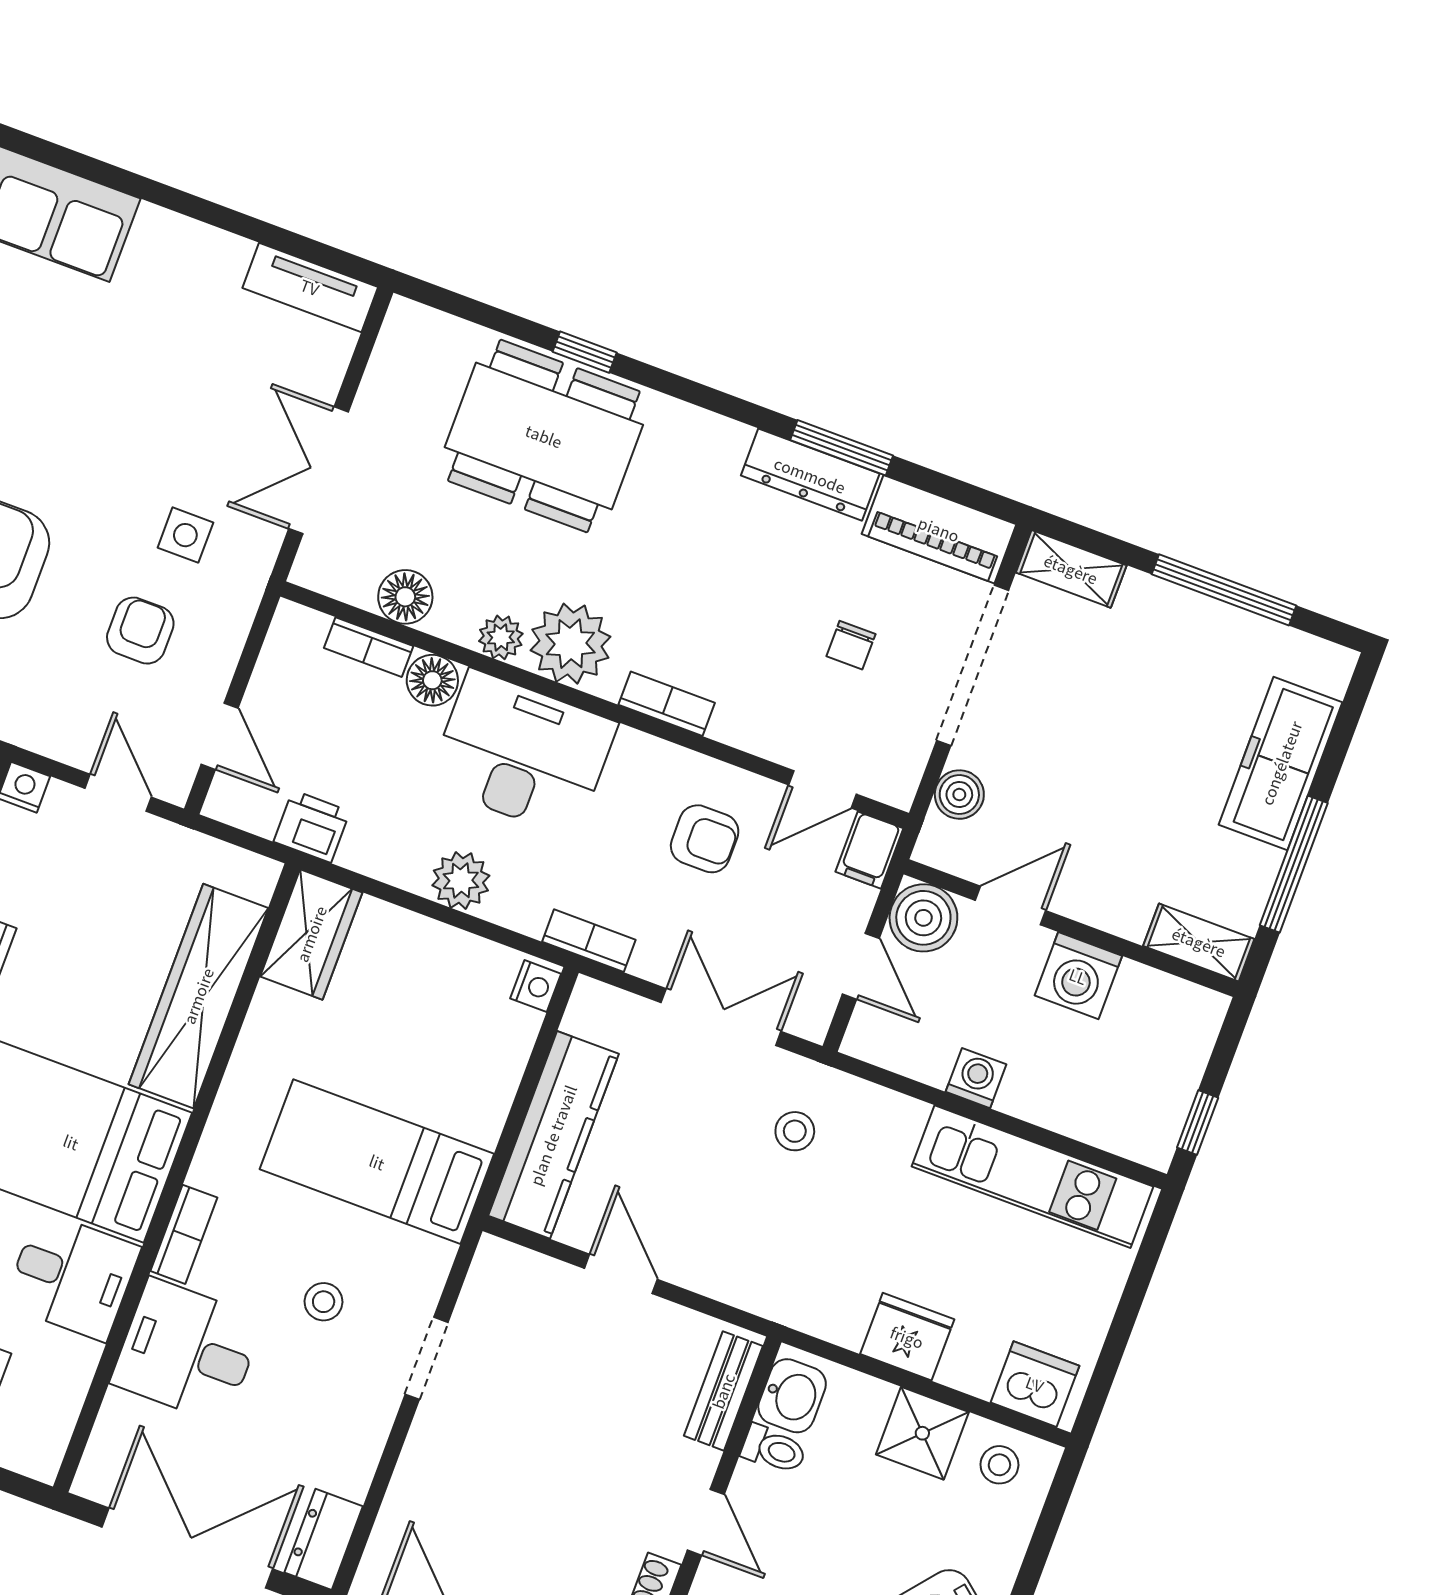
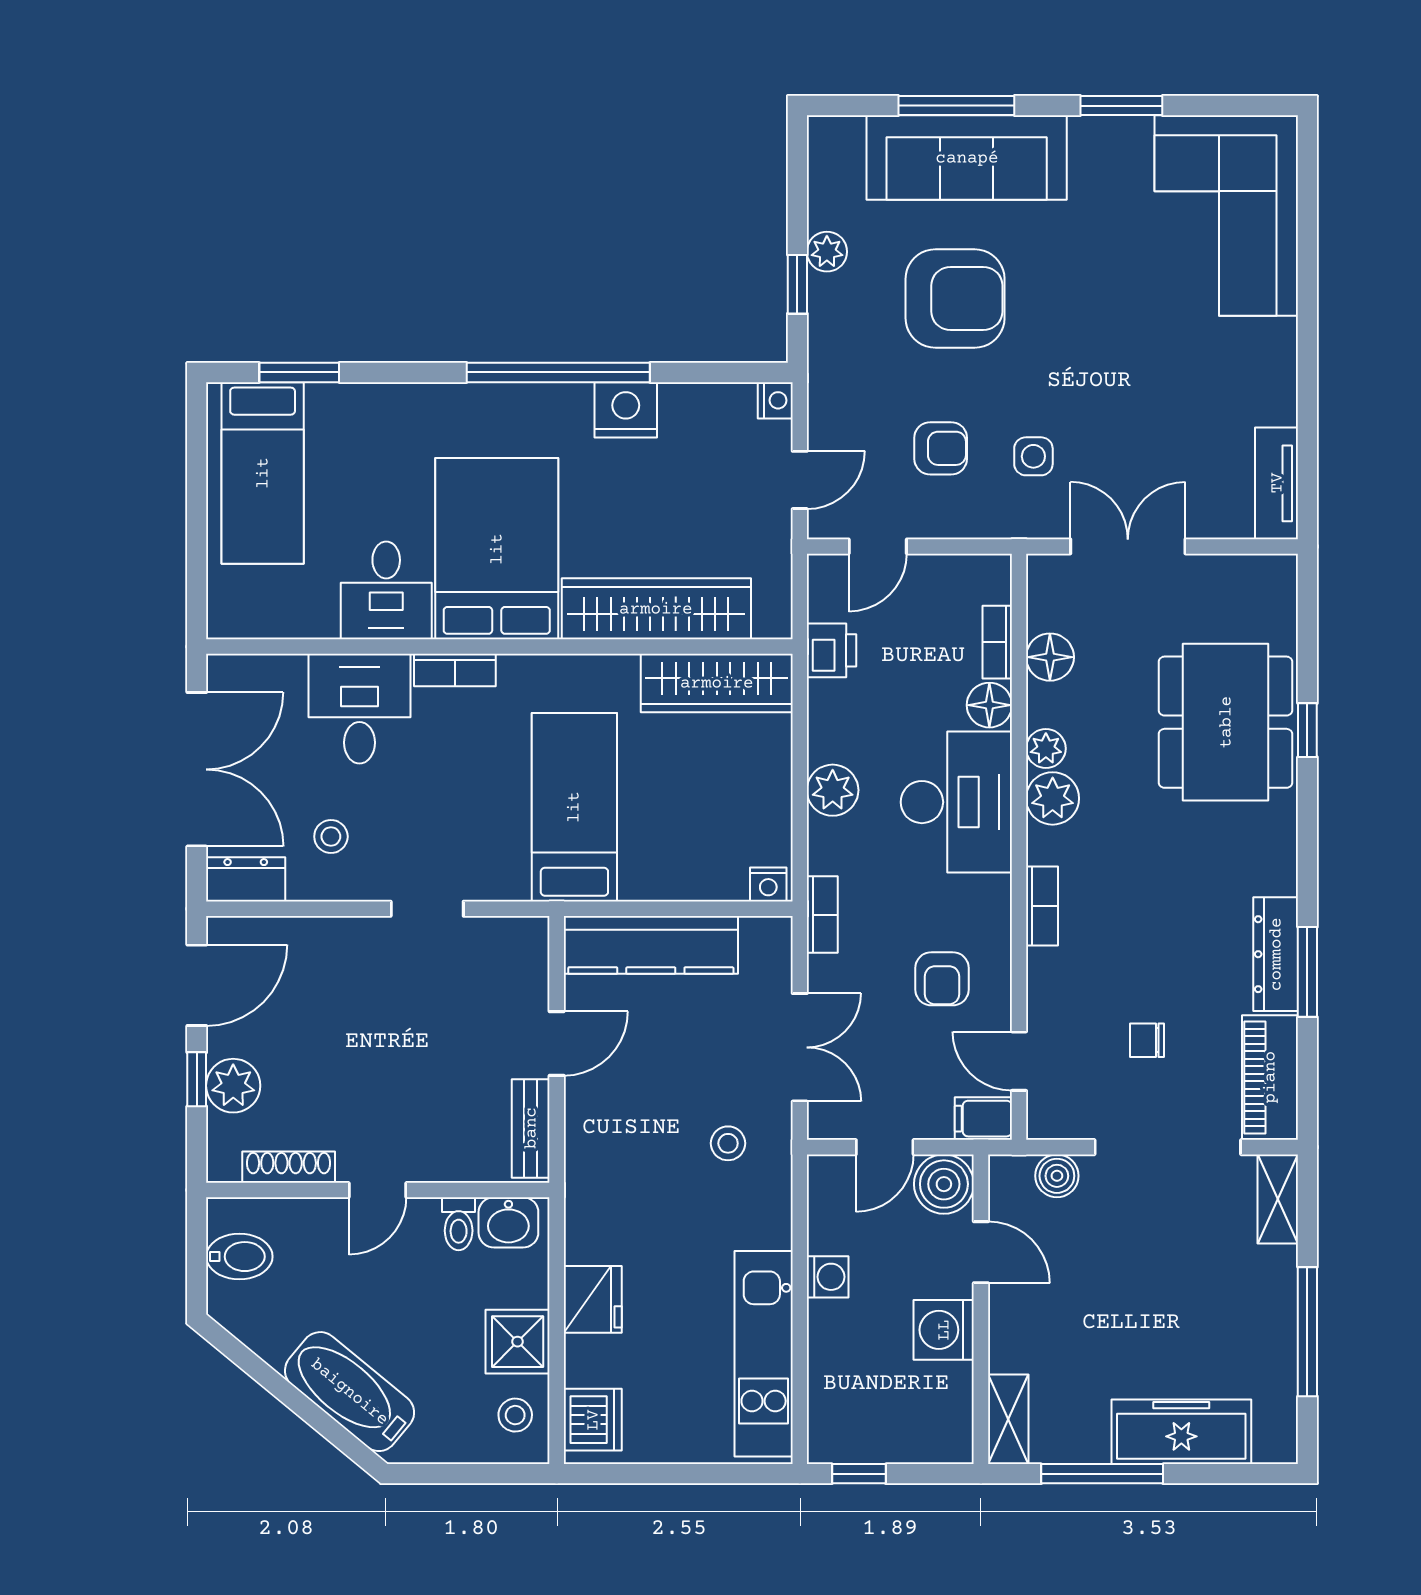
plant: (570, 644) -> (1053, 798), width x0.73, depth x0.73
wardrobe: (311, 934) -> (717, 683), width x1.50
stool: (324, 1302) -> (331, 837), moved
bench: (723, 1391) -> (531, 1128), moved, turned 90

